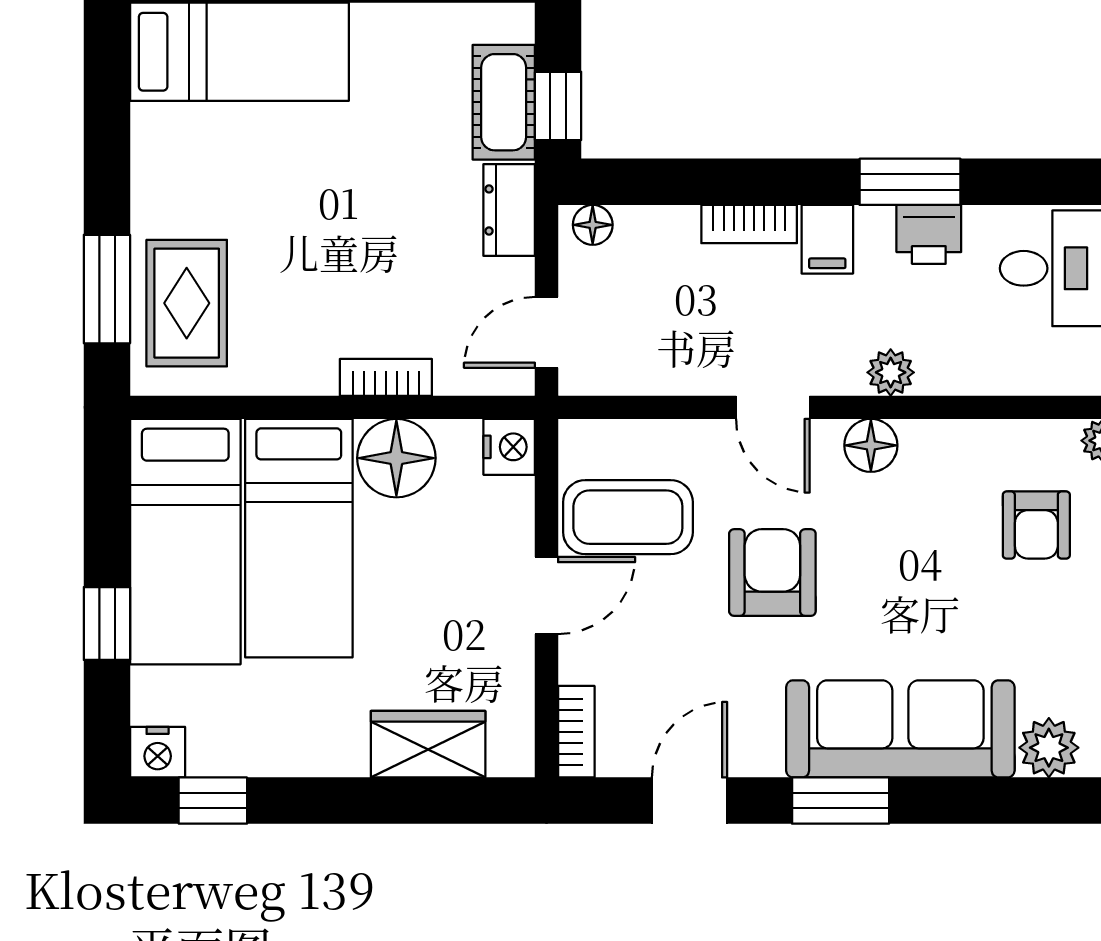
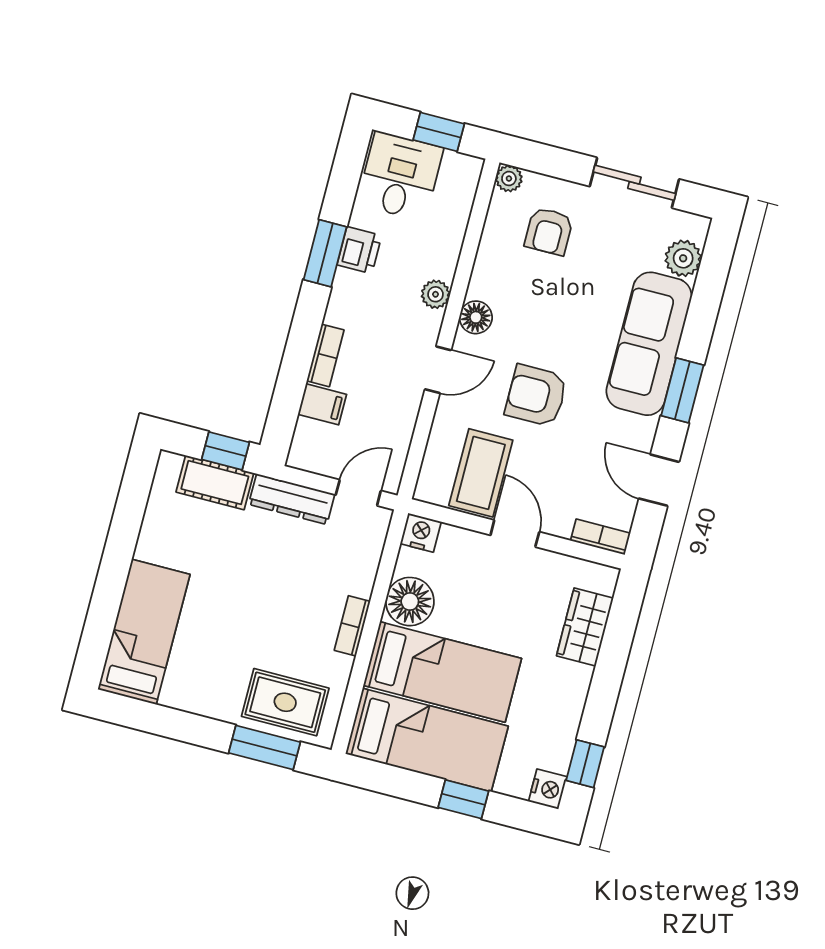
dresser: (509, 210) -> (292, 499), width x1.44
floor lamp: (593, 225) -> (302, 449), removed
filing cabinet: (827, 239) -> (322, 404), moved
door: (546, 332) -> (358, 493), swing flipped
bookcase: (386, 377) -> (352, 626), moved
armchair: (1036, 525) -> (549, 231), turned 90

